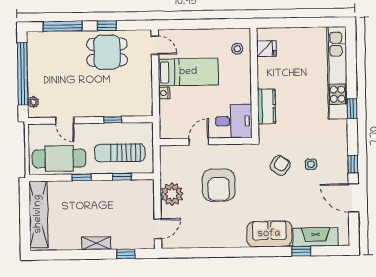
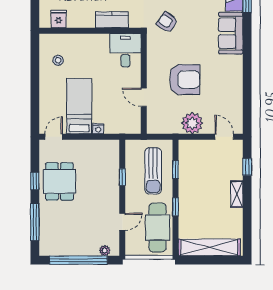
fridge: (266, 49) -> (59, 19), moved
wall: (254, 83) -> (90, 31), moved
kitchen counter: (266, 106) -> (112, 20), moved
desk: (234, 121) -> (125, 50), moved

